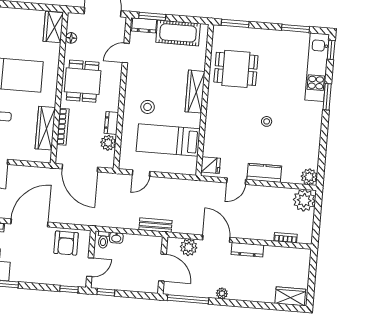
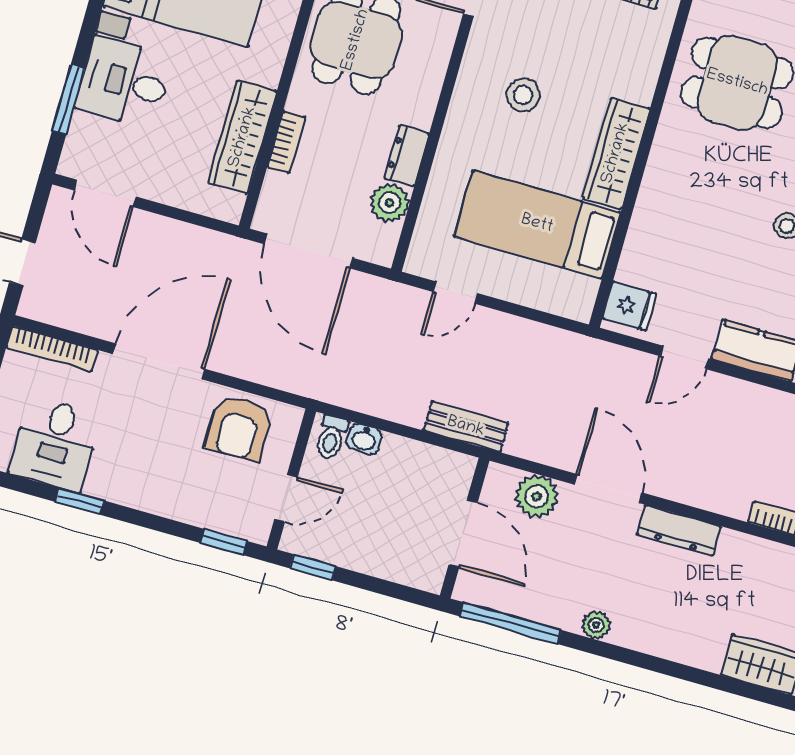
wardrobe: (195, 92) -> (616, 153), moved
stool: (148, 107) -> (523, 95), moved
bookcase: (63, 127) -> (286, 142), width x0.64

